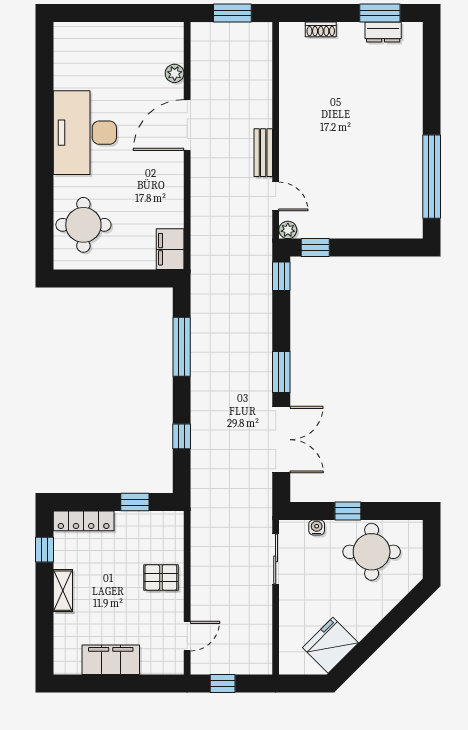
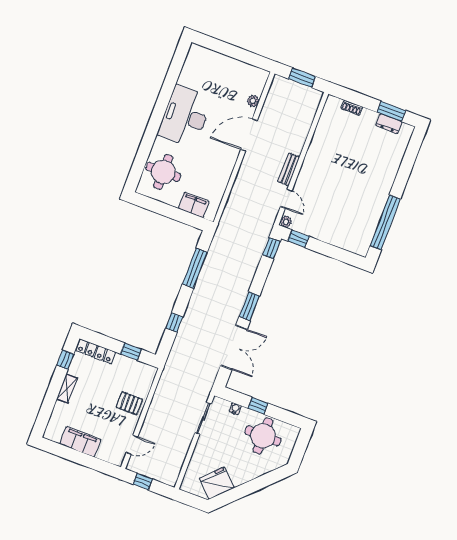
filing cabinet: (170, 249) -> (194, 205), moved, turned 90

